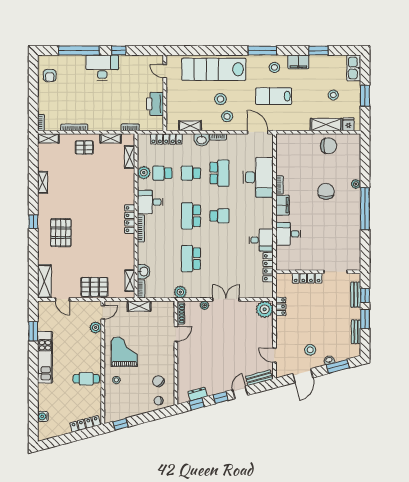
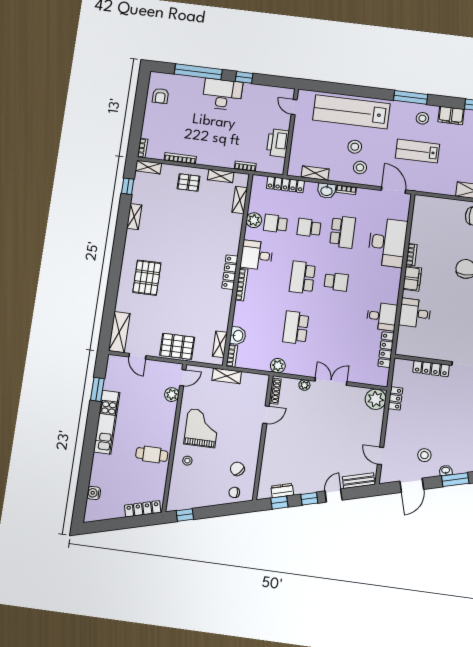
window: (33, 222) -> (128, 186), moved

